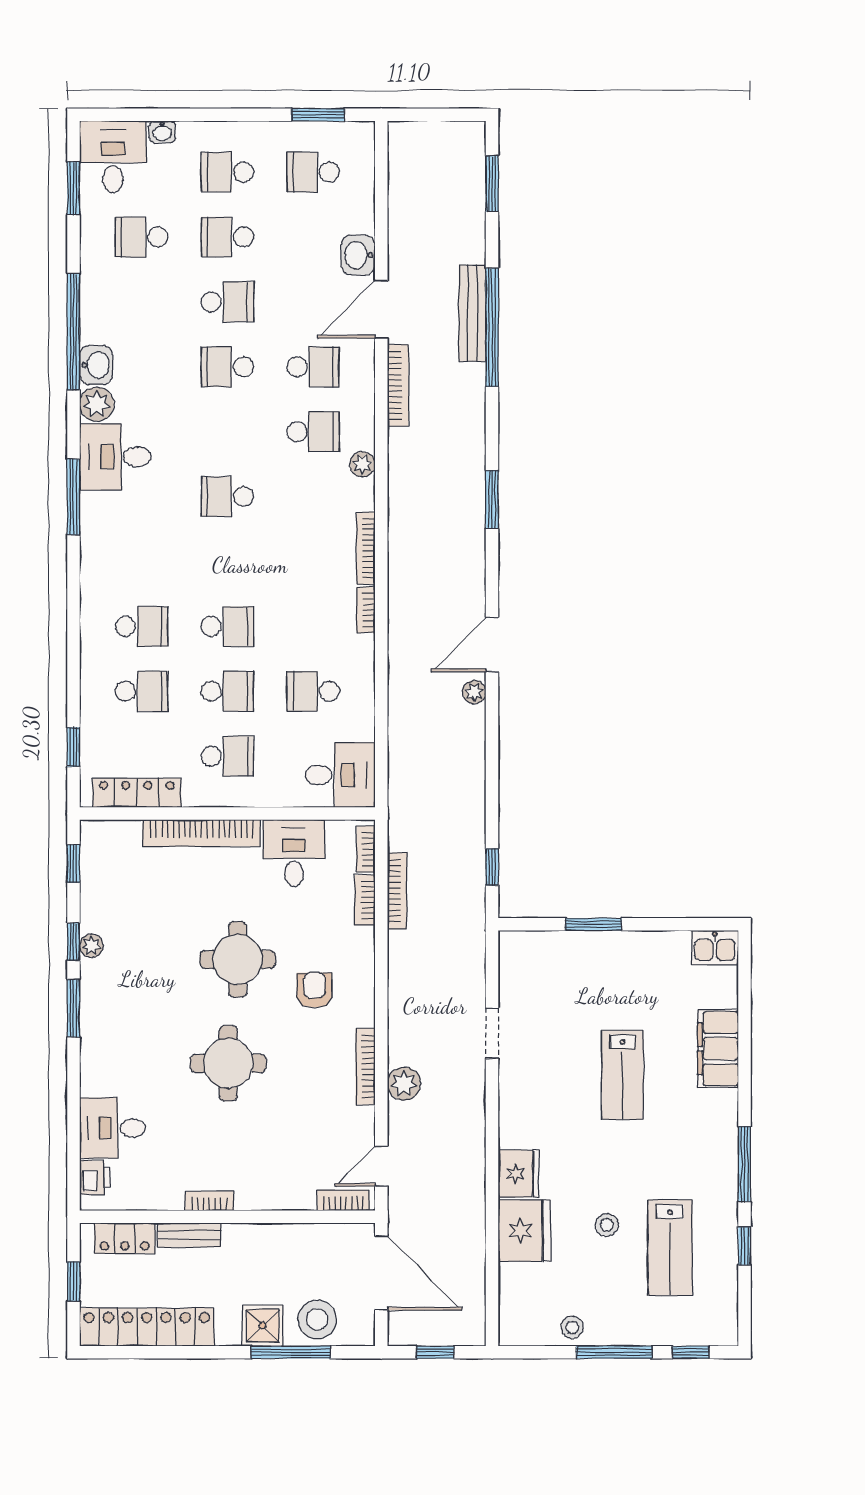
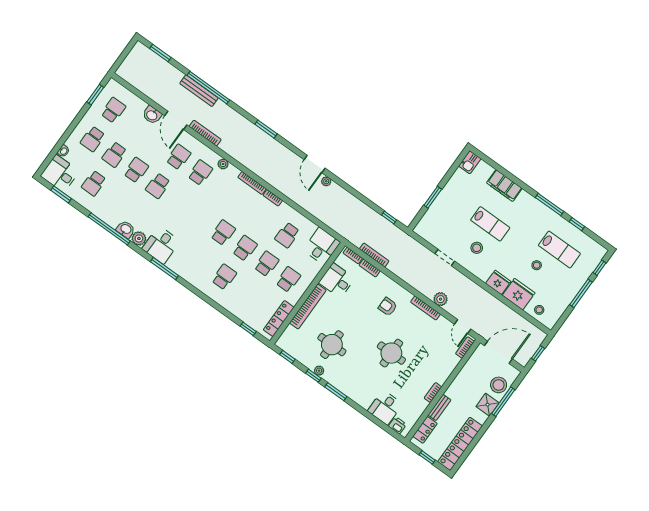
school desk: (313, 172) -> (113, 110), turned 180
school desk: (227, 497) -> (223, 233), moved, turned 180
school desk: (142, 691) -> (246, 293), removed
round table: (238, 959) -> (332, 345), moved
stool: (556, 1082) -> (477, 248), added
stool: (572, 1327) -> (539, 310), moved

